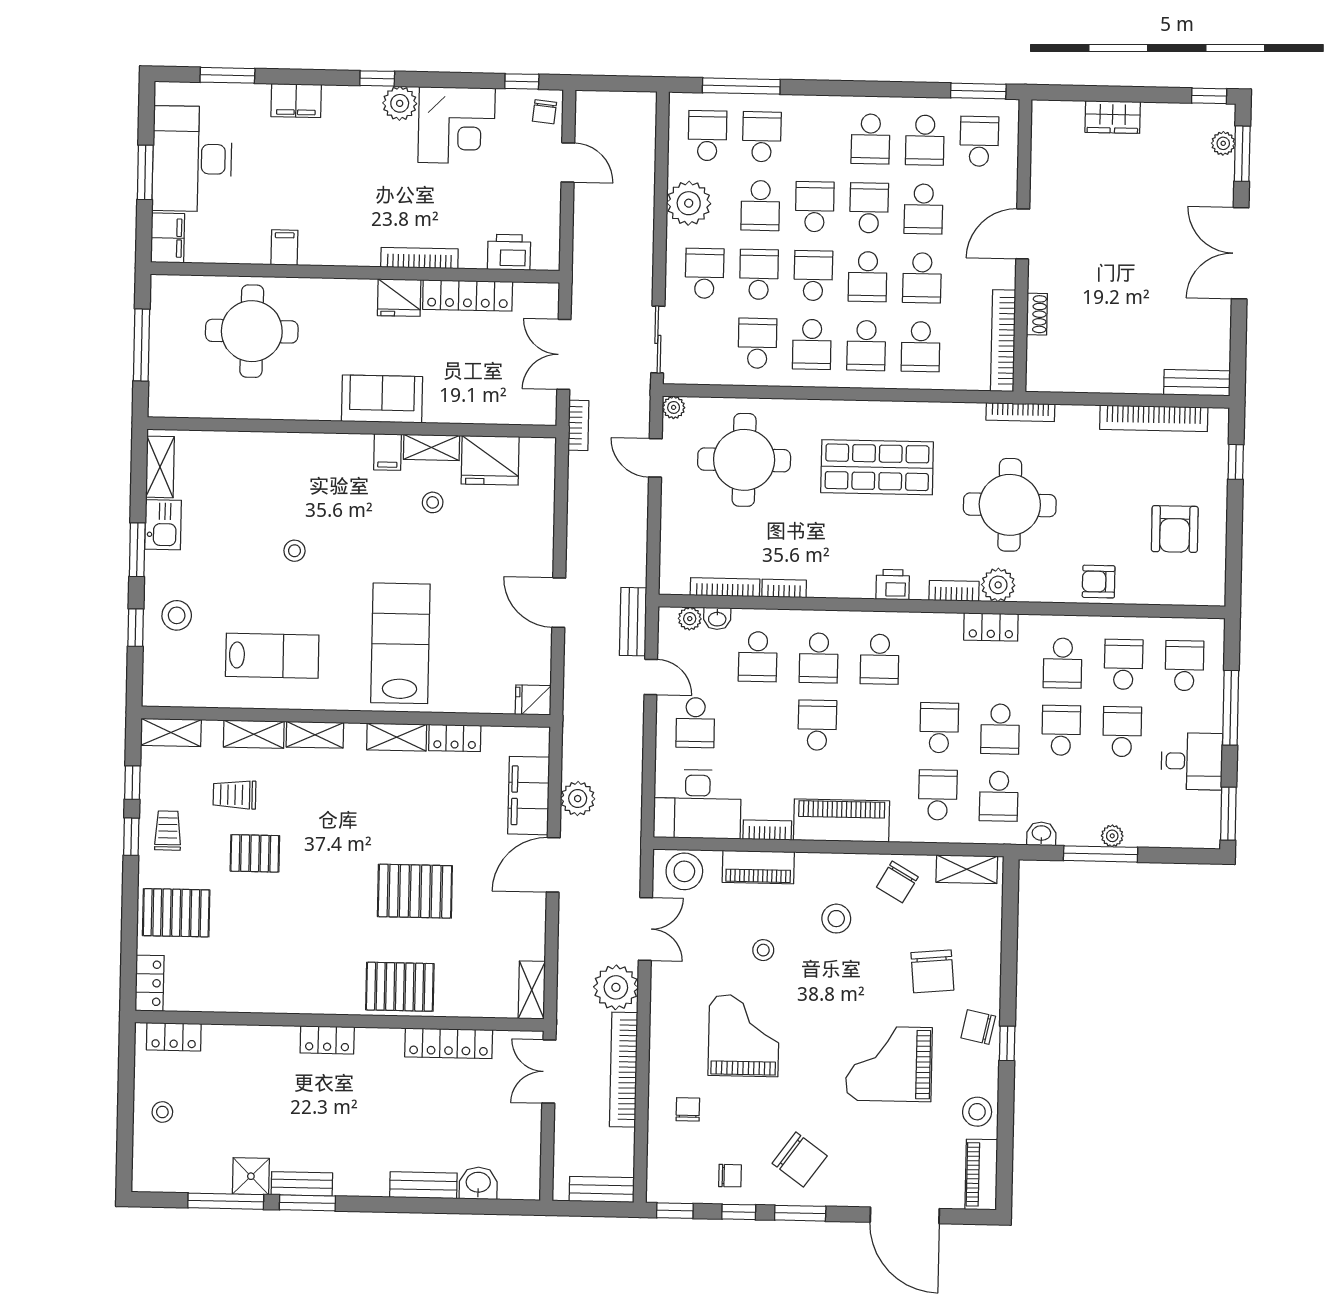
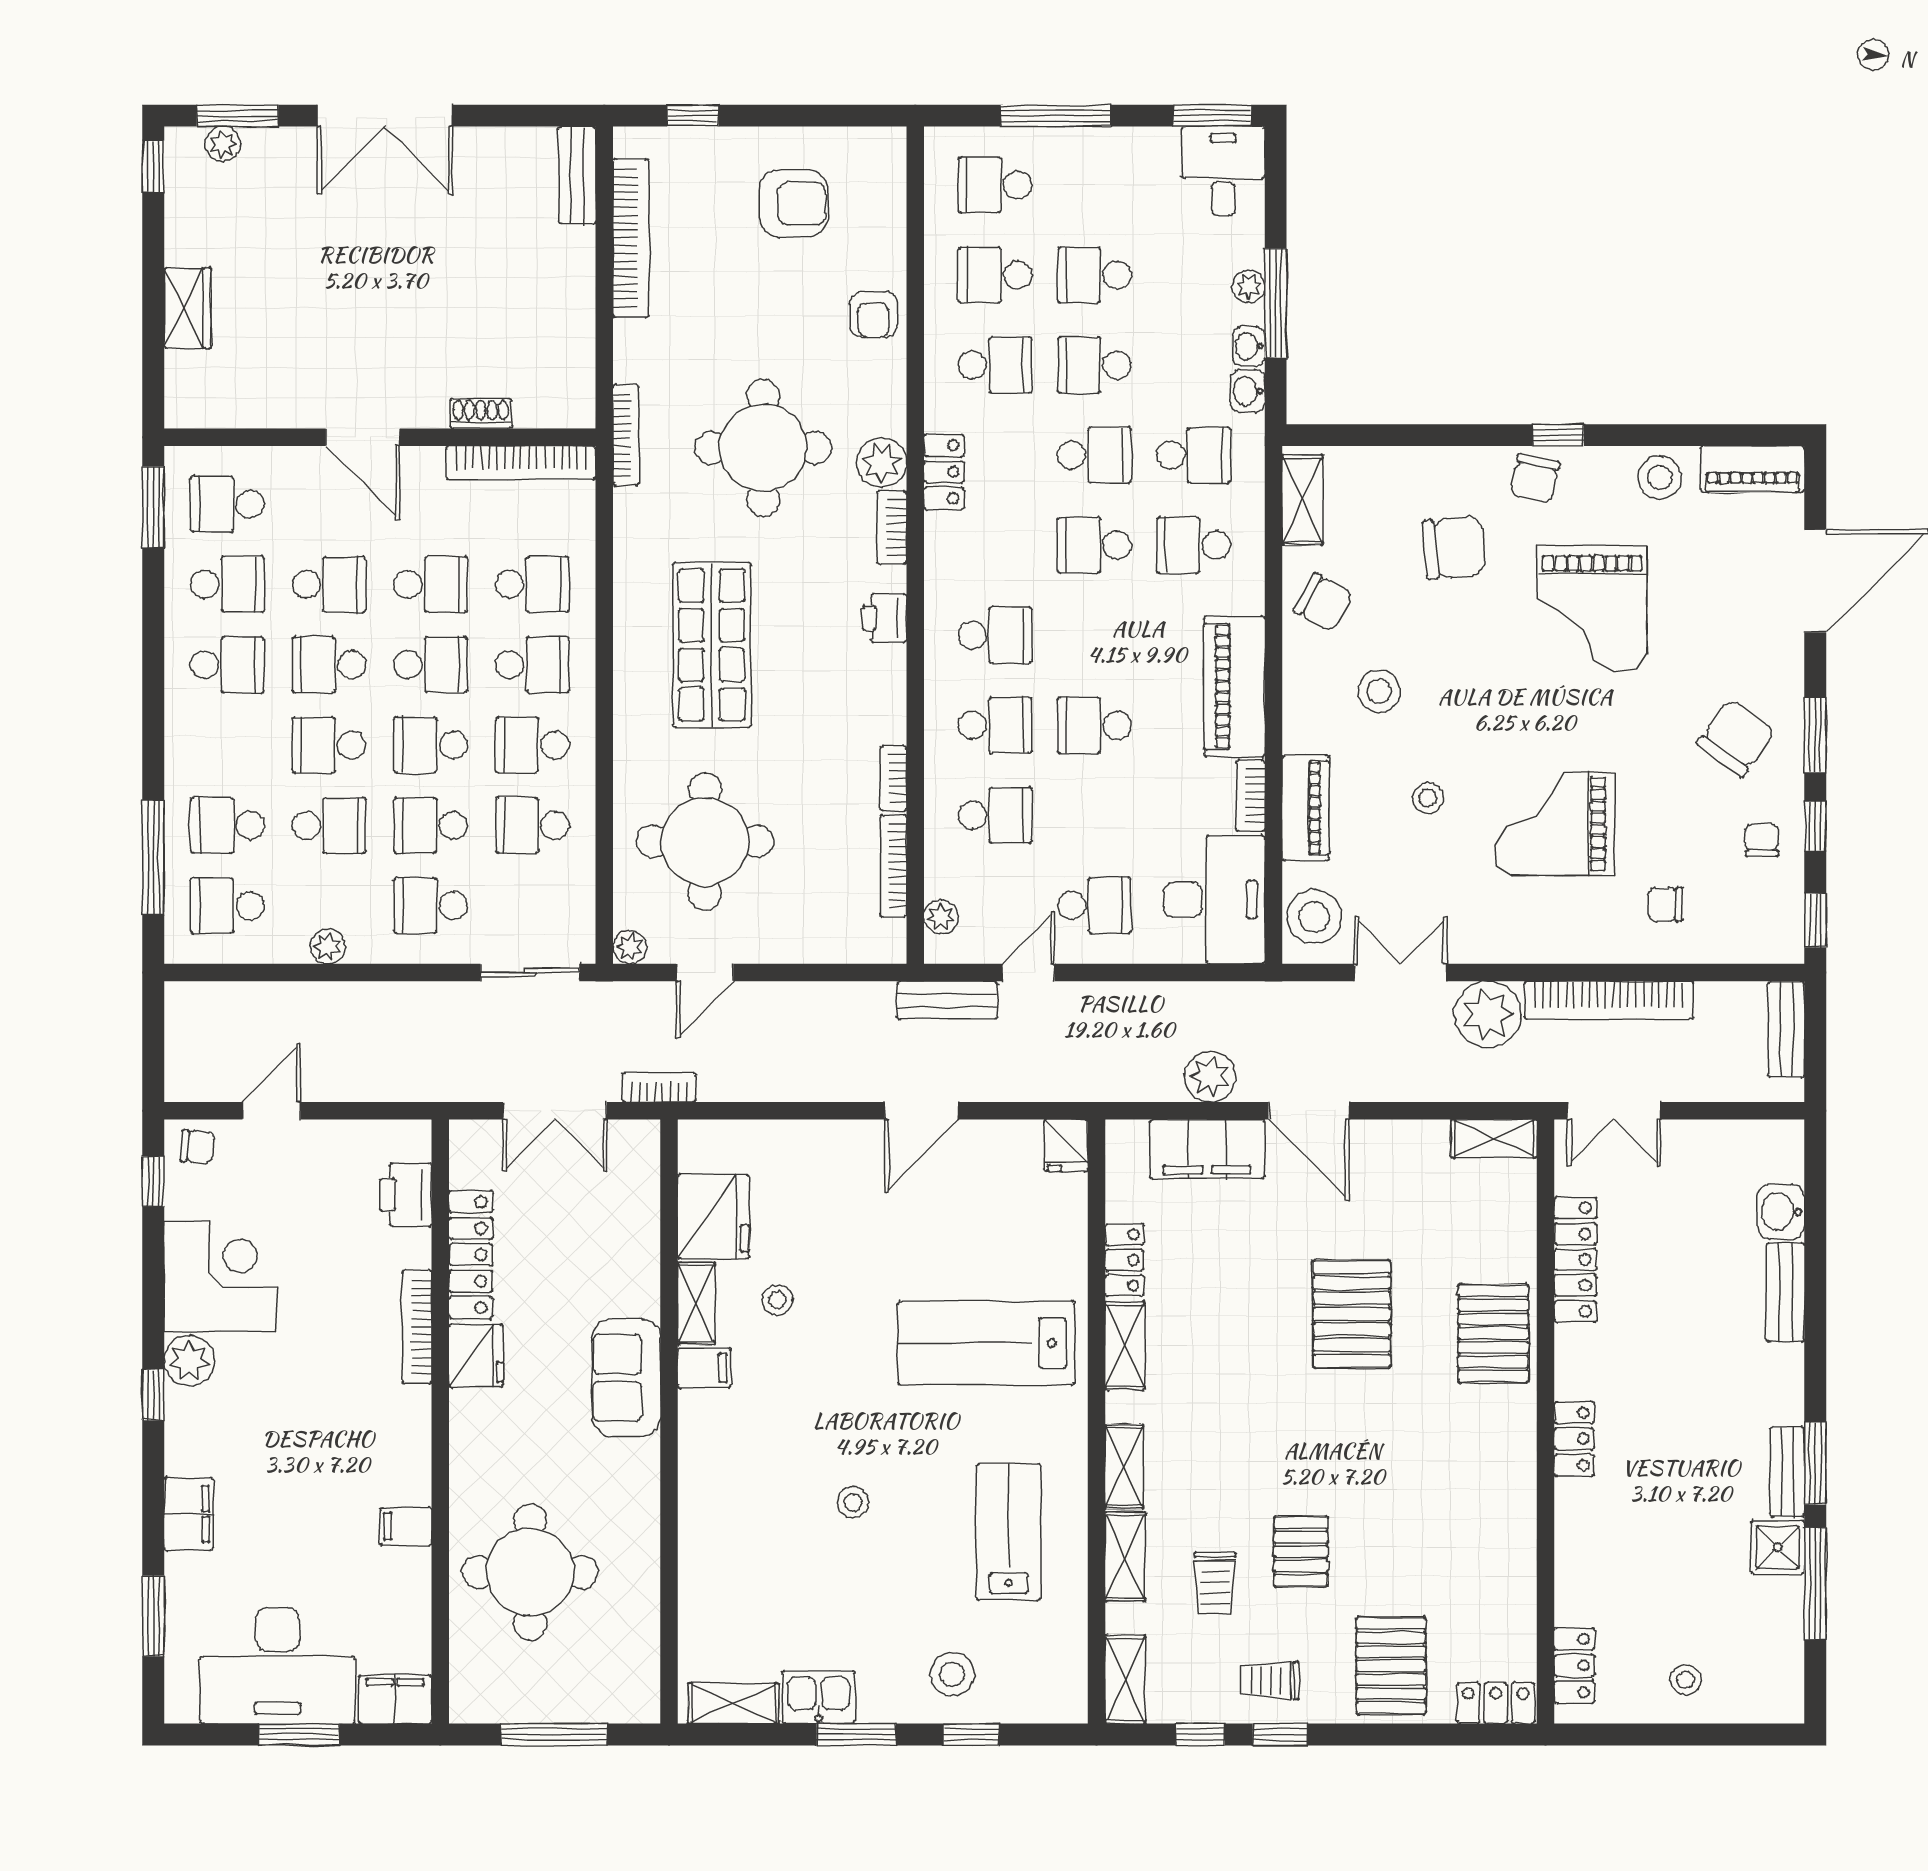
plant: (689, 203) -> (328, 946), width x0.53, depth x0.53
school desk: (812, 344) -> (532, 745), turned 180
washbasin: (717, 619) -> (1249, 346), moved, turned 180
desk: (1192, 761) -> (1223, 171), moved

